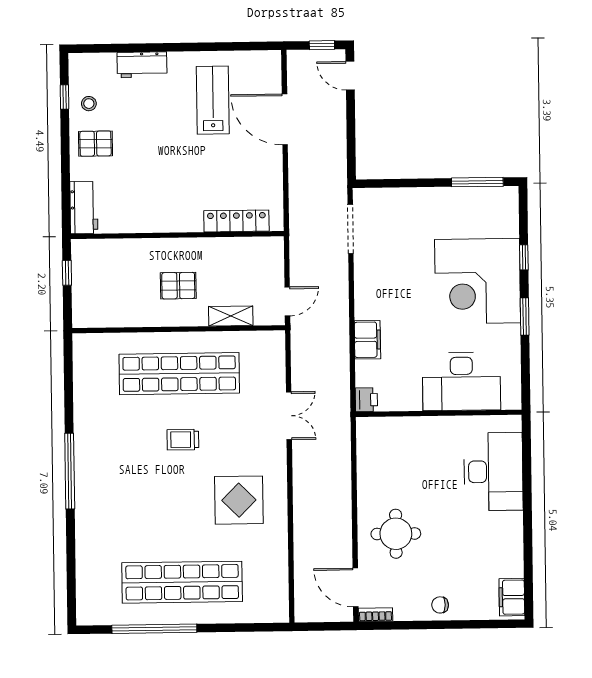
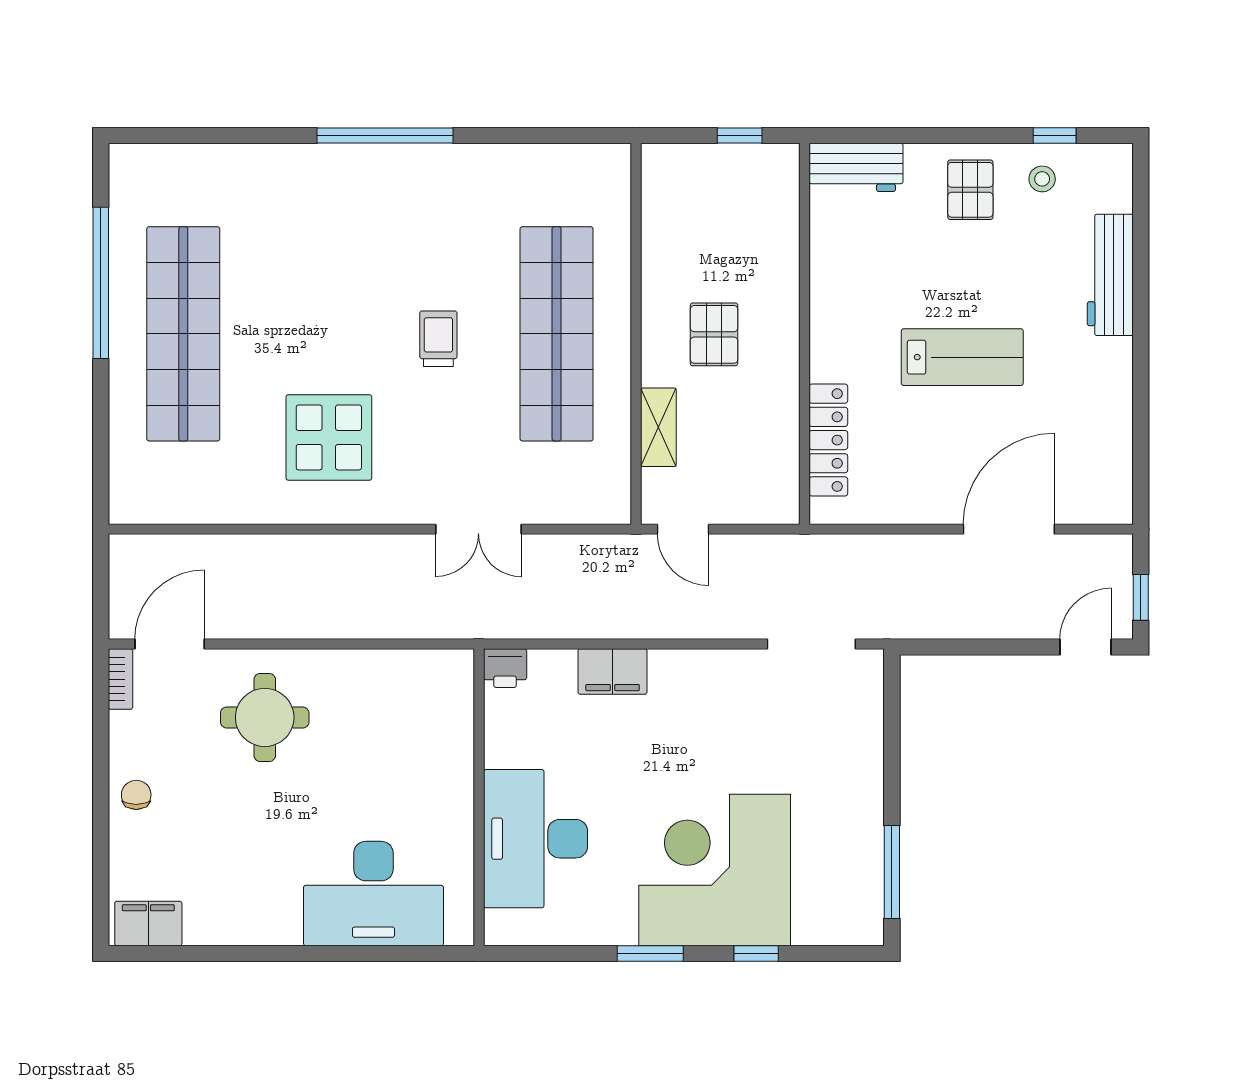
workbench: (142, 65) -> (1110, 275), width x1.38
lab bench: (213, 100) -> (962, 357), moved

